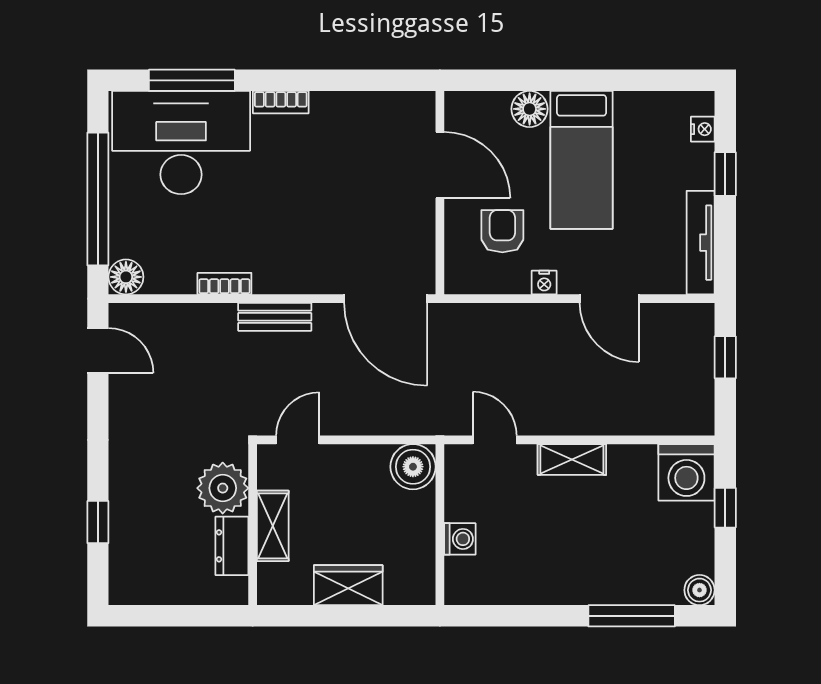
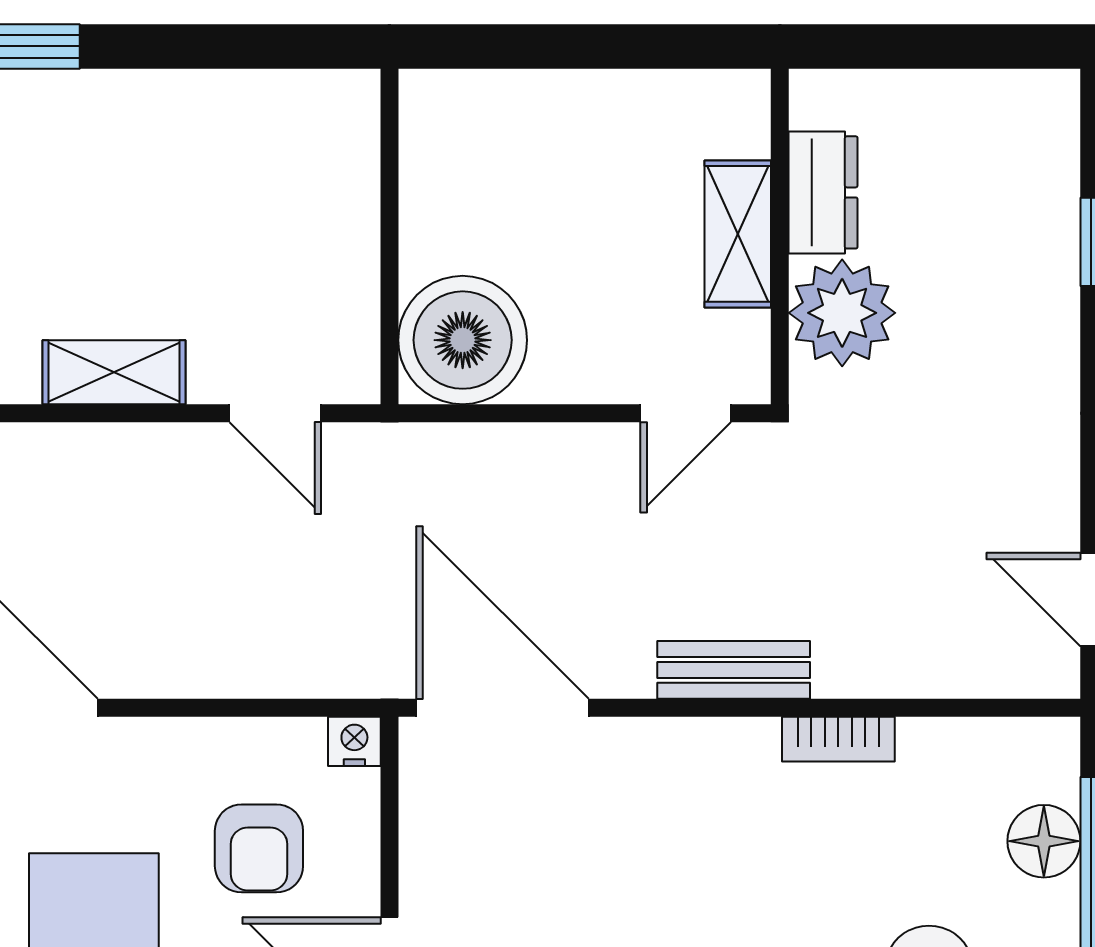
floor lamp: (126, 277) -> (1044, 841), moved
nightstand: (544, 283) -> (354, 741), moved
boiler: (413, 467) -> (463, 340), width x1.37, depth x1.37
washing machine: (460, 539) -> (348, 207), removed
wardrobe: (348, 585) -> (580, 110), removed

